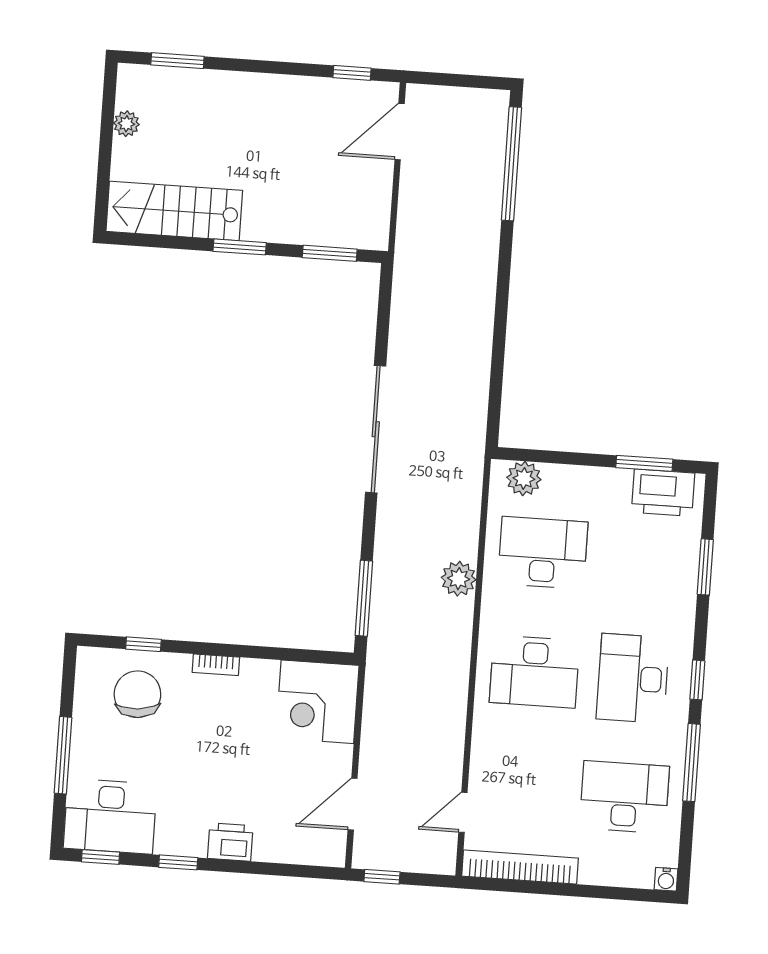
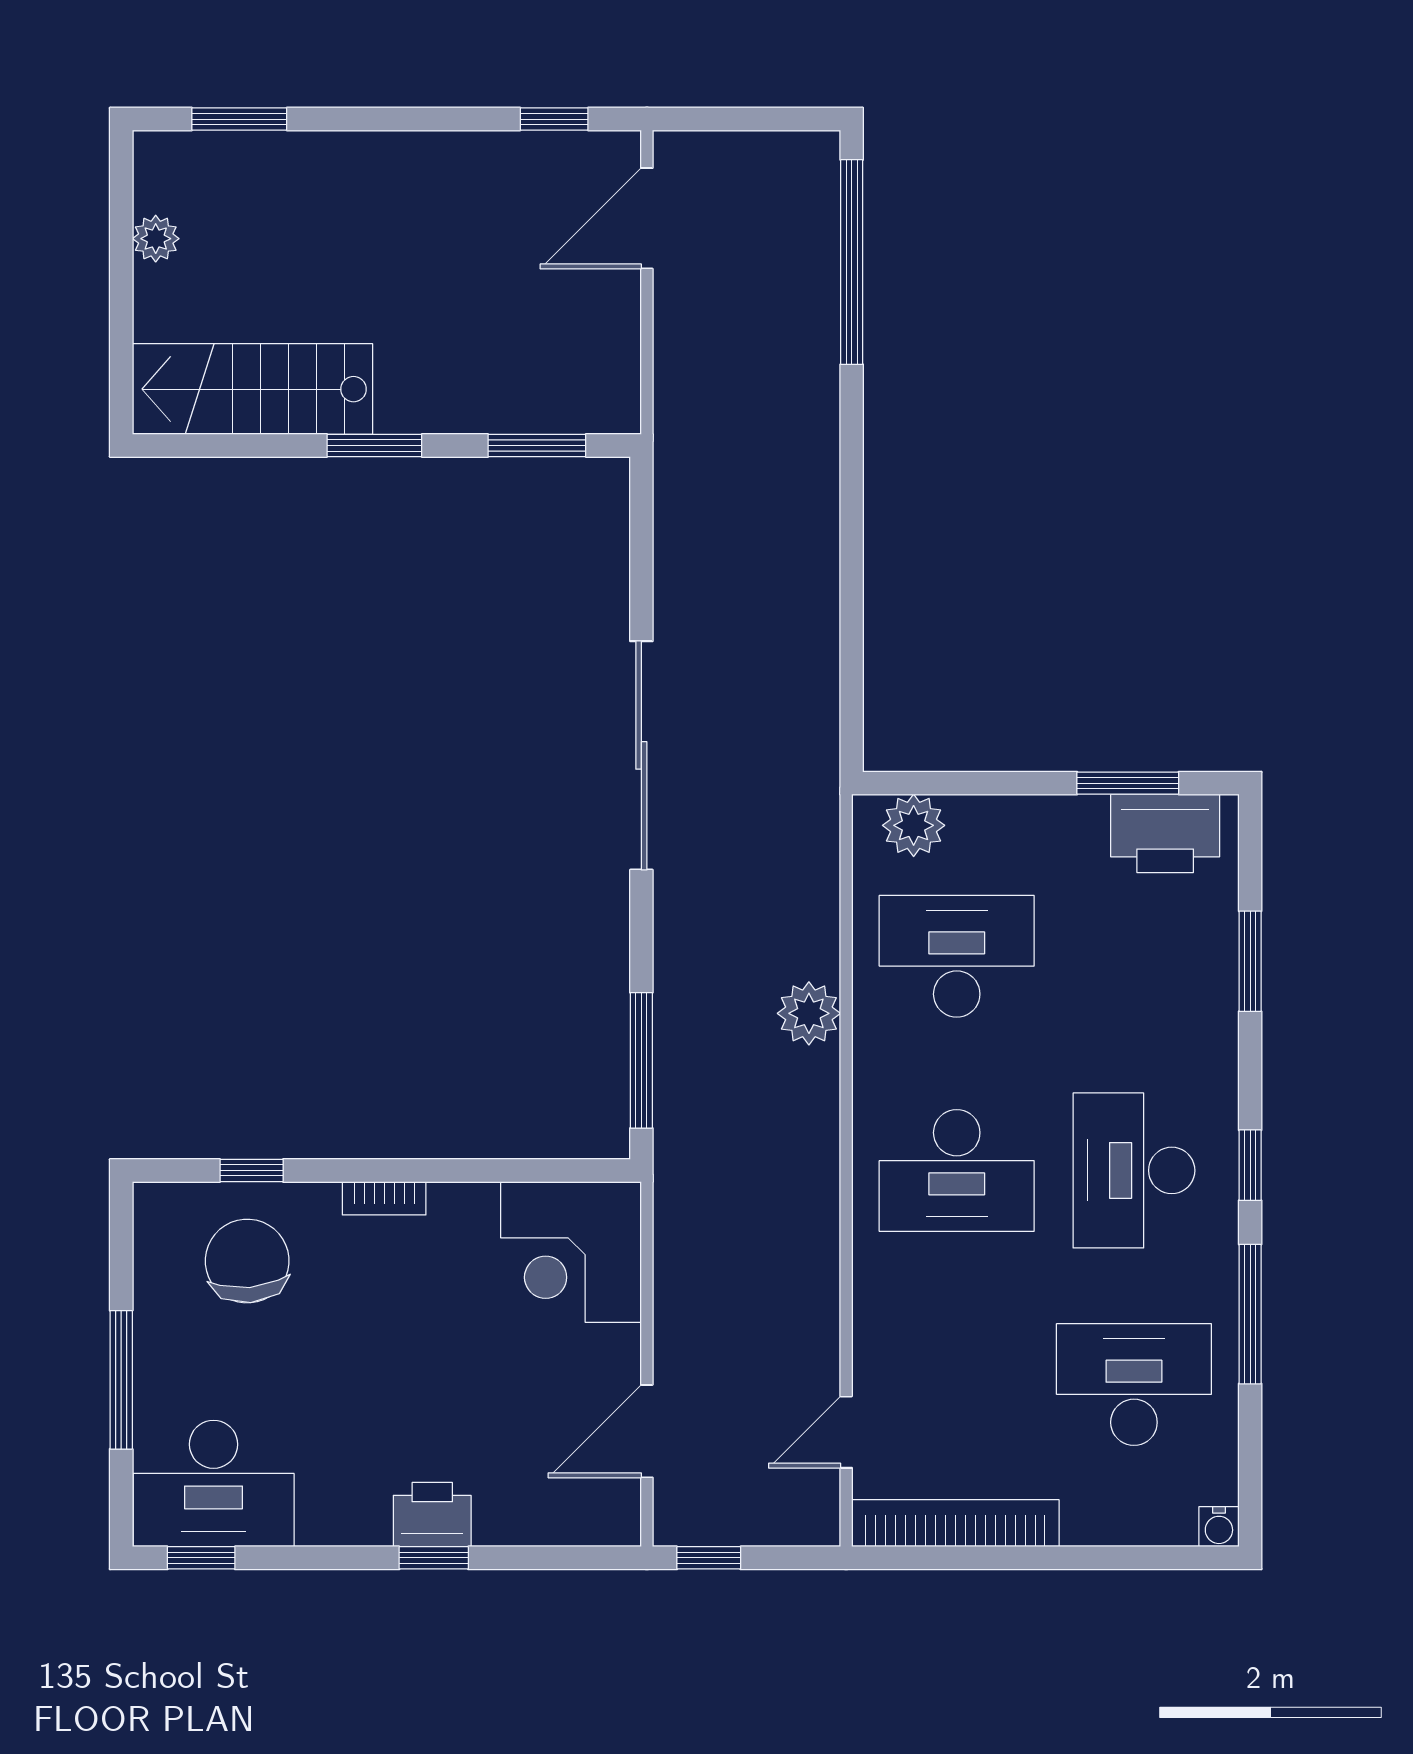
window: (178, 862) -> (434, 1558), moved

